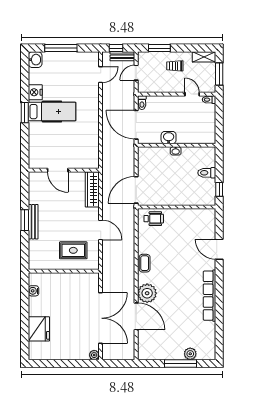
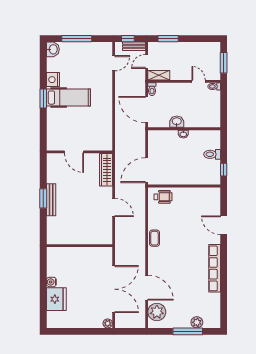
shelving: (204, 57) -> (159, 75), moved
trolley: (175, 66) -> (183, 55), removed
rug: (73, 250) -> (88, 226), removed
water cooler: (34, 291) -> (51, 282), moved
plant: (147, 293) -> (157, 312), moved

